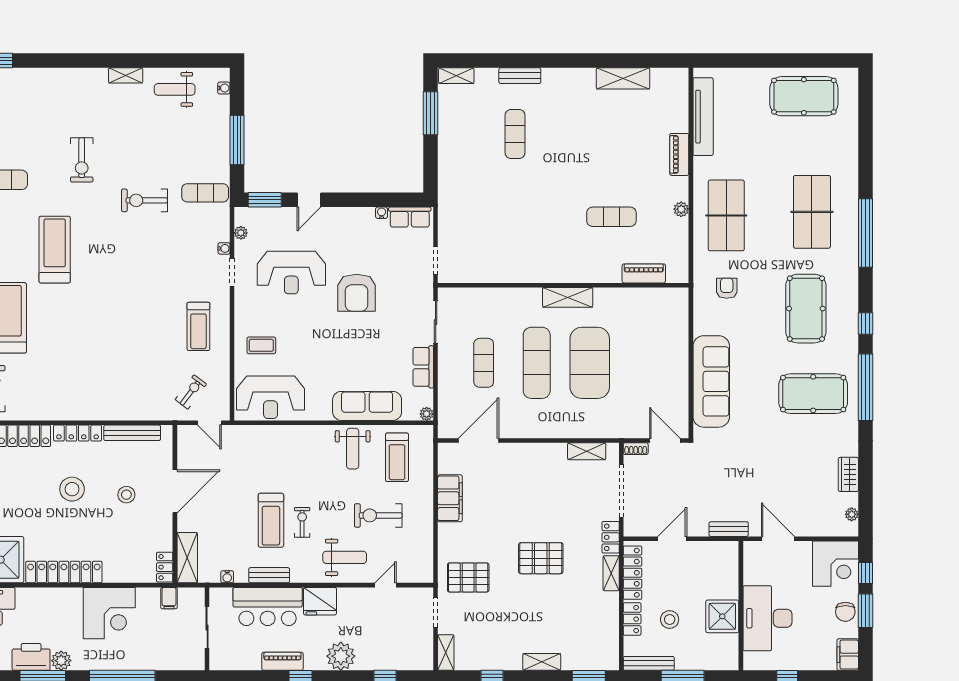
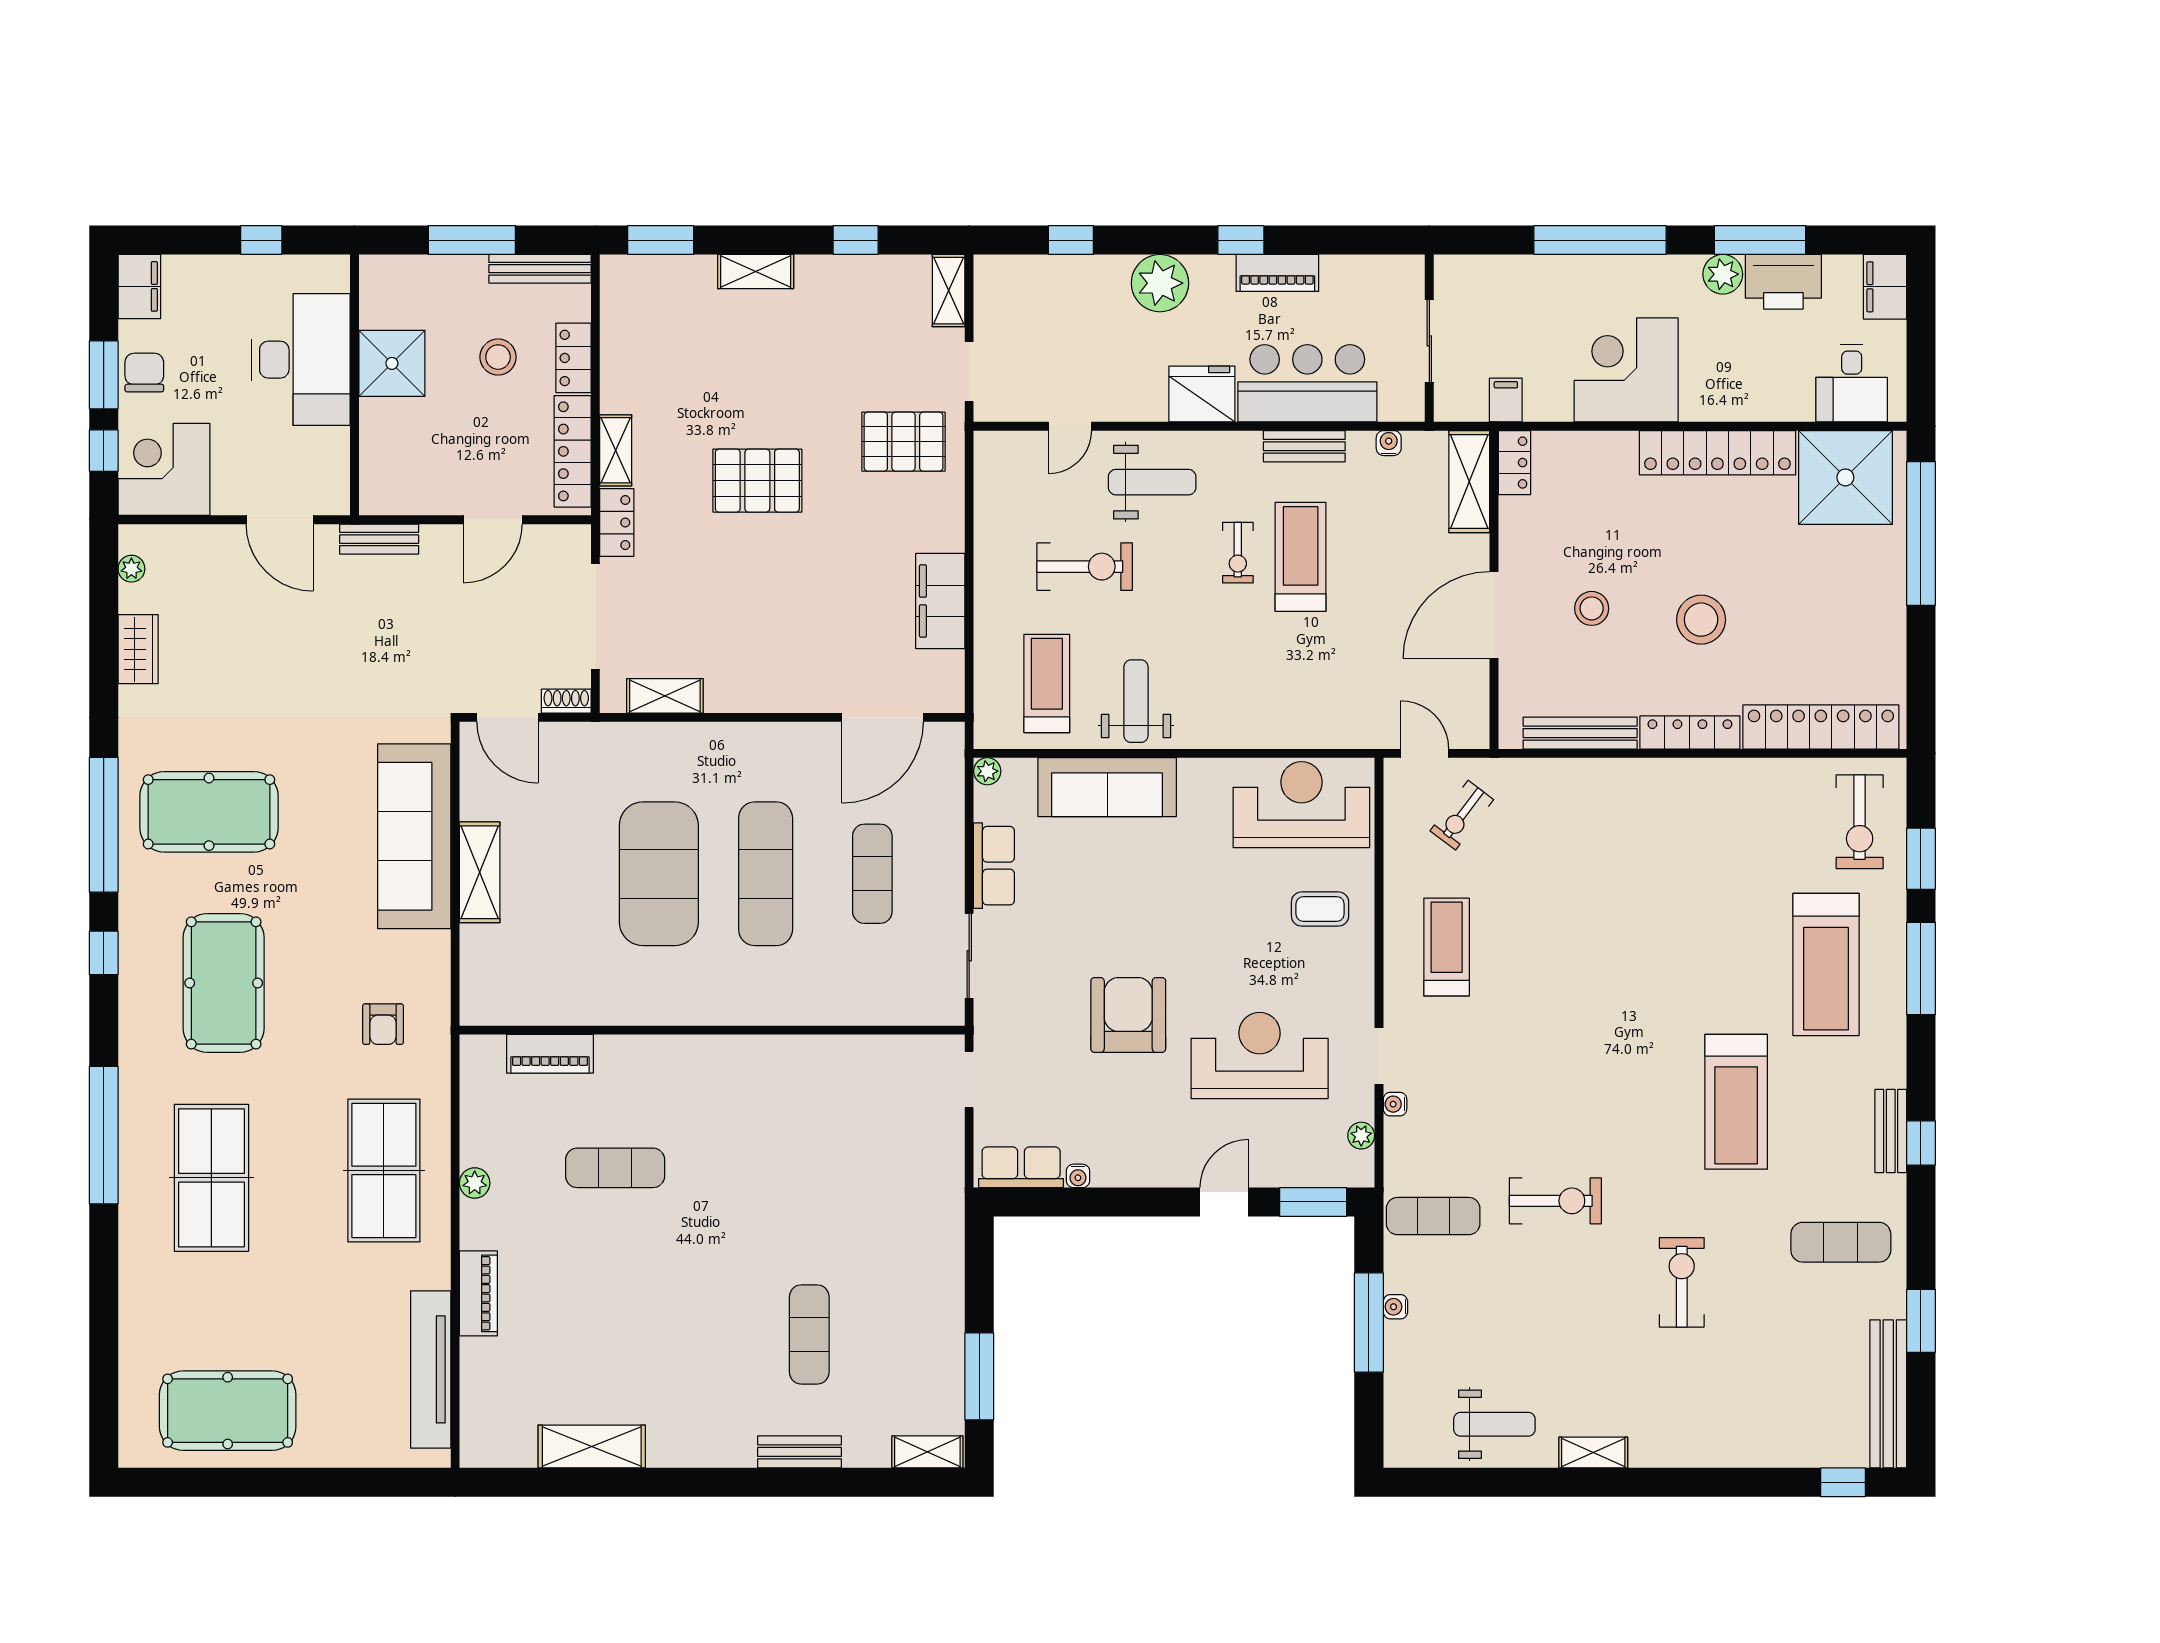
water cooler: (224, 88) -> (1395, 1307), moved
shelving: (568, 297) -> (480, 872), moved, turned 90
weight bench: (345, 557) -> (1152, 482), turned 180

